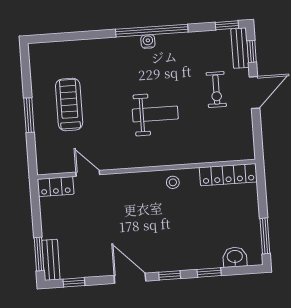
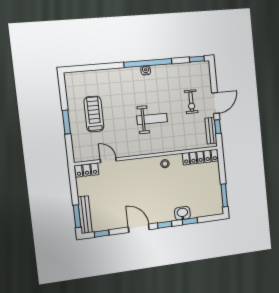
bench: (240, 48) -> (211, 131), moved
window: (252, 51) -> (218, 127), moved
washbasin: (235, 257) -> (182, 213), moved
bench: (51, 260) -> (85, 215), width x1.36

